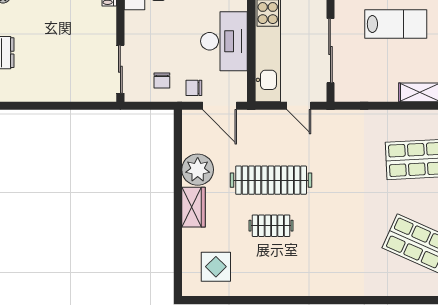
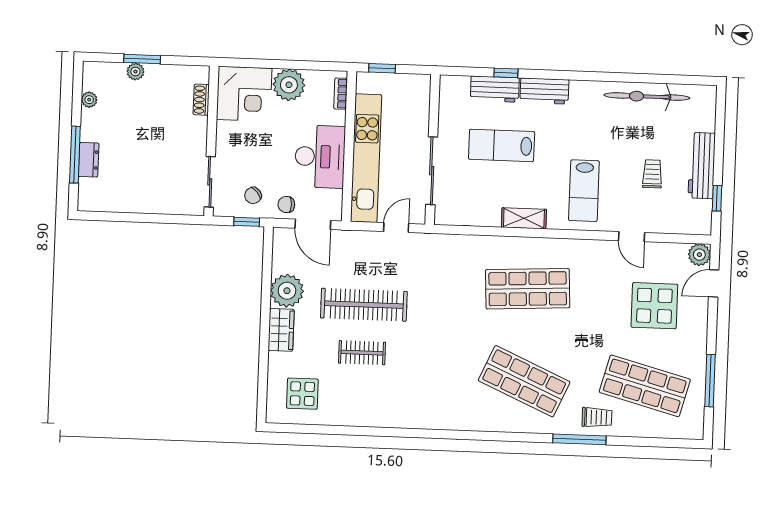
lab bench: (396, 24) -> (502, 145), turned 180
chair: (162, 81) -> (253, 195), turned 49
window: (157, 106) -> (247, 222), added
door: (299, 106) -> (396, 228), swing flipped

